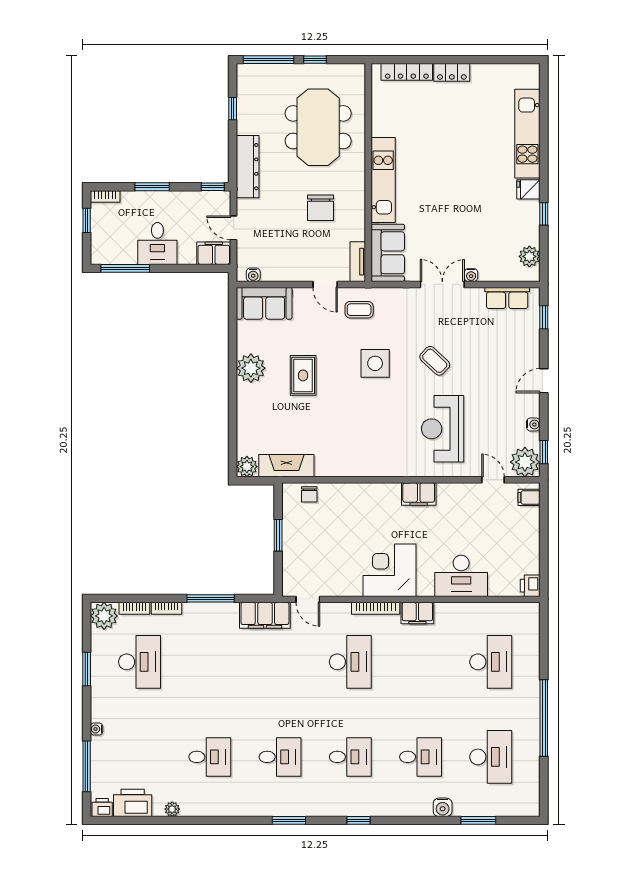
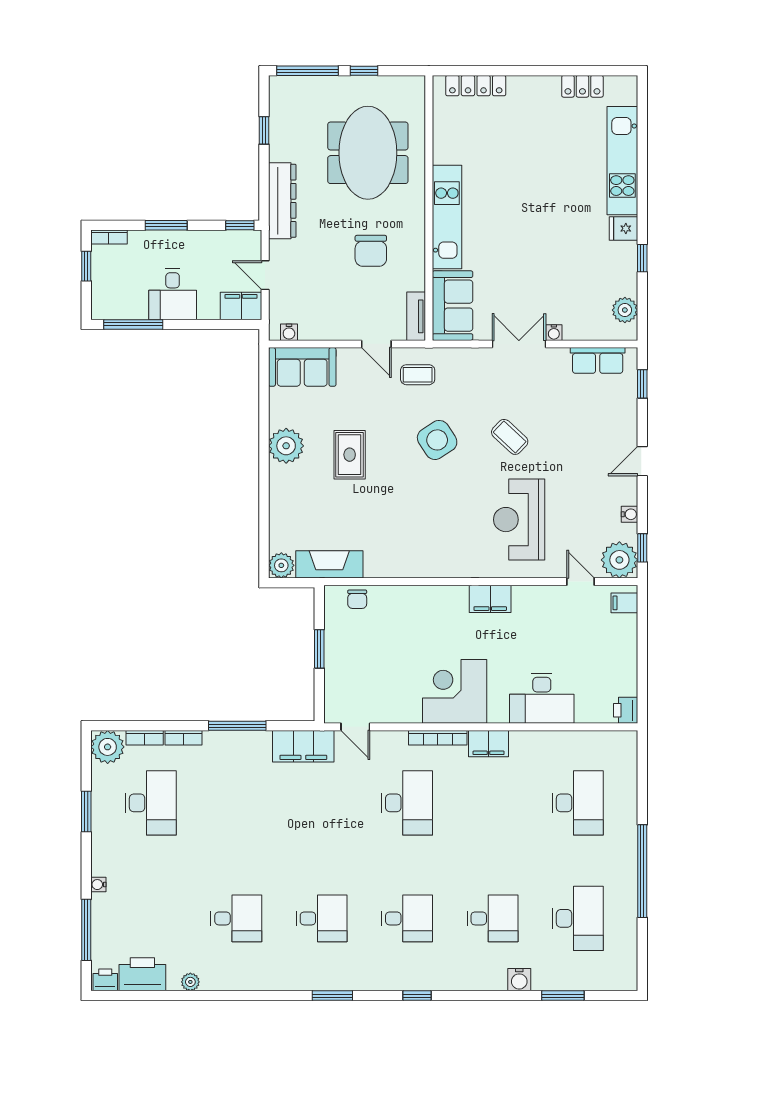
locker: (452, 72) -> (582, 86), moved
side table: (375, 363) -> (437, 440), turned -33

